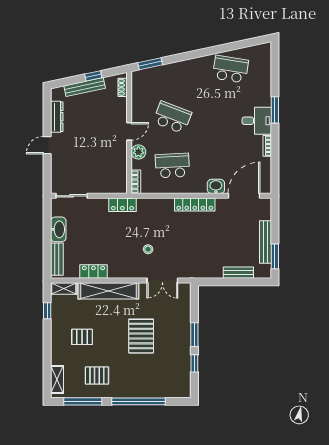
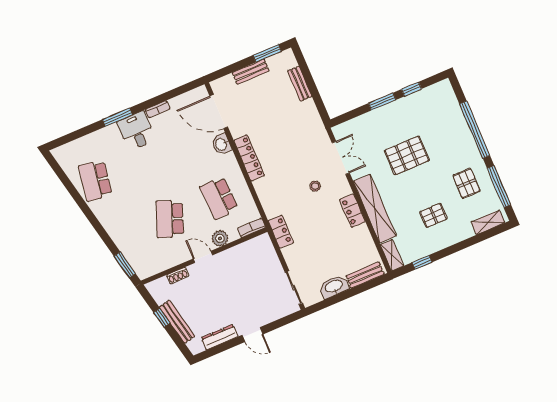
shoe rack: (123, 87) -> (178, 276), moved
bench: (266, 242) -> (251, 72), width x0.73
locker: (93, 271) -> (352, 211), moved
pallet: (82, 337) -> (433, 215), turned 90

